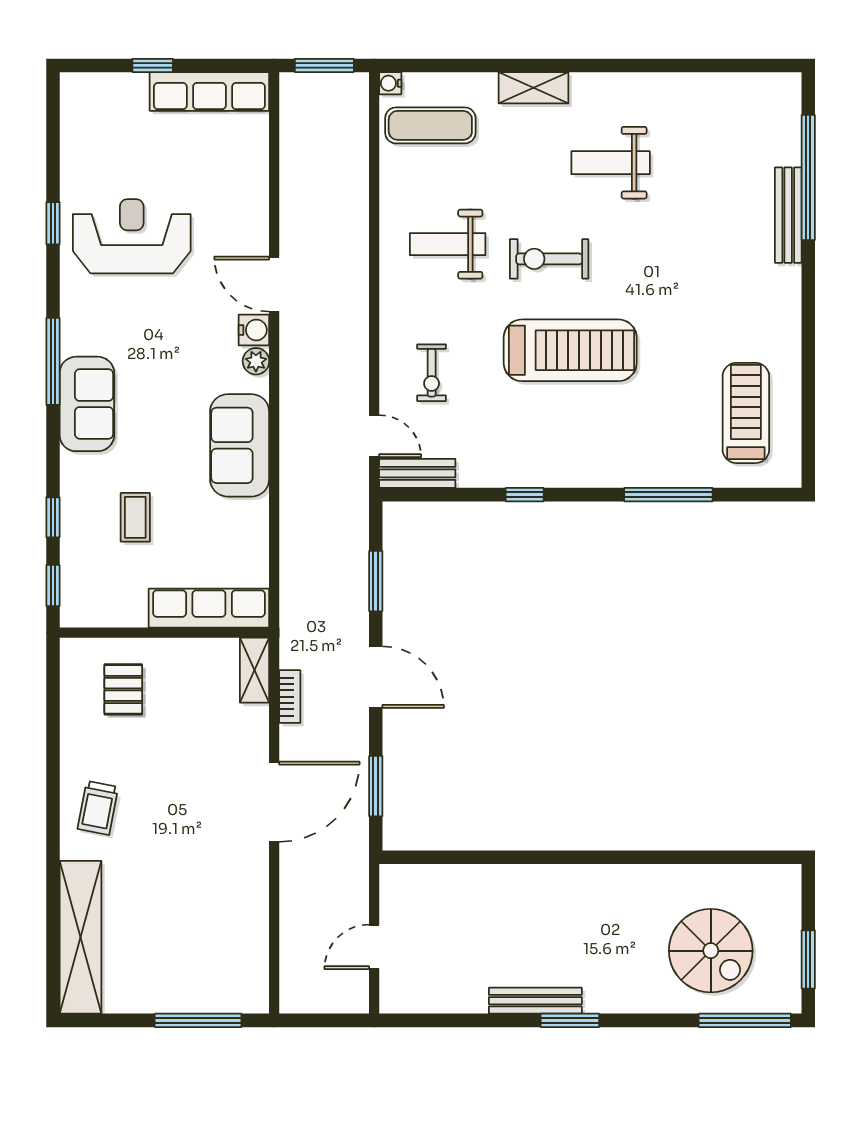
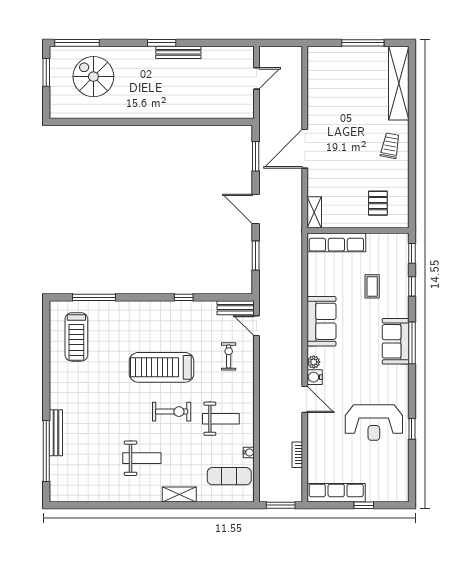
water cooler: (390, 83) -> (249, 452), moved
window: (53, 361) -> (412, 343), moved
window: (668, 495) -> (94, 297), moved
bookcase: (290, 697) -> (297, 455), moved
window: (198, 1020) -> (363, 43), moved

